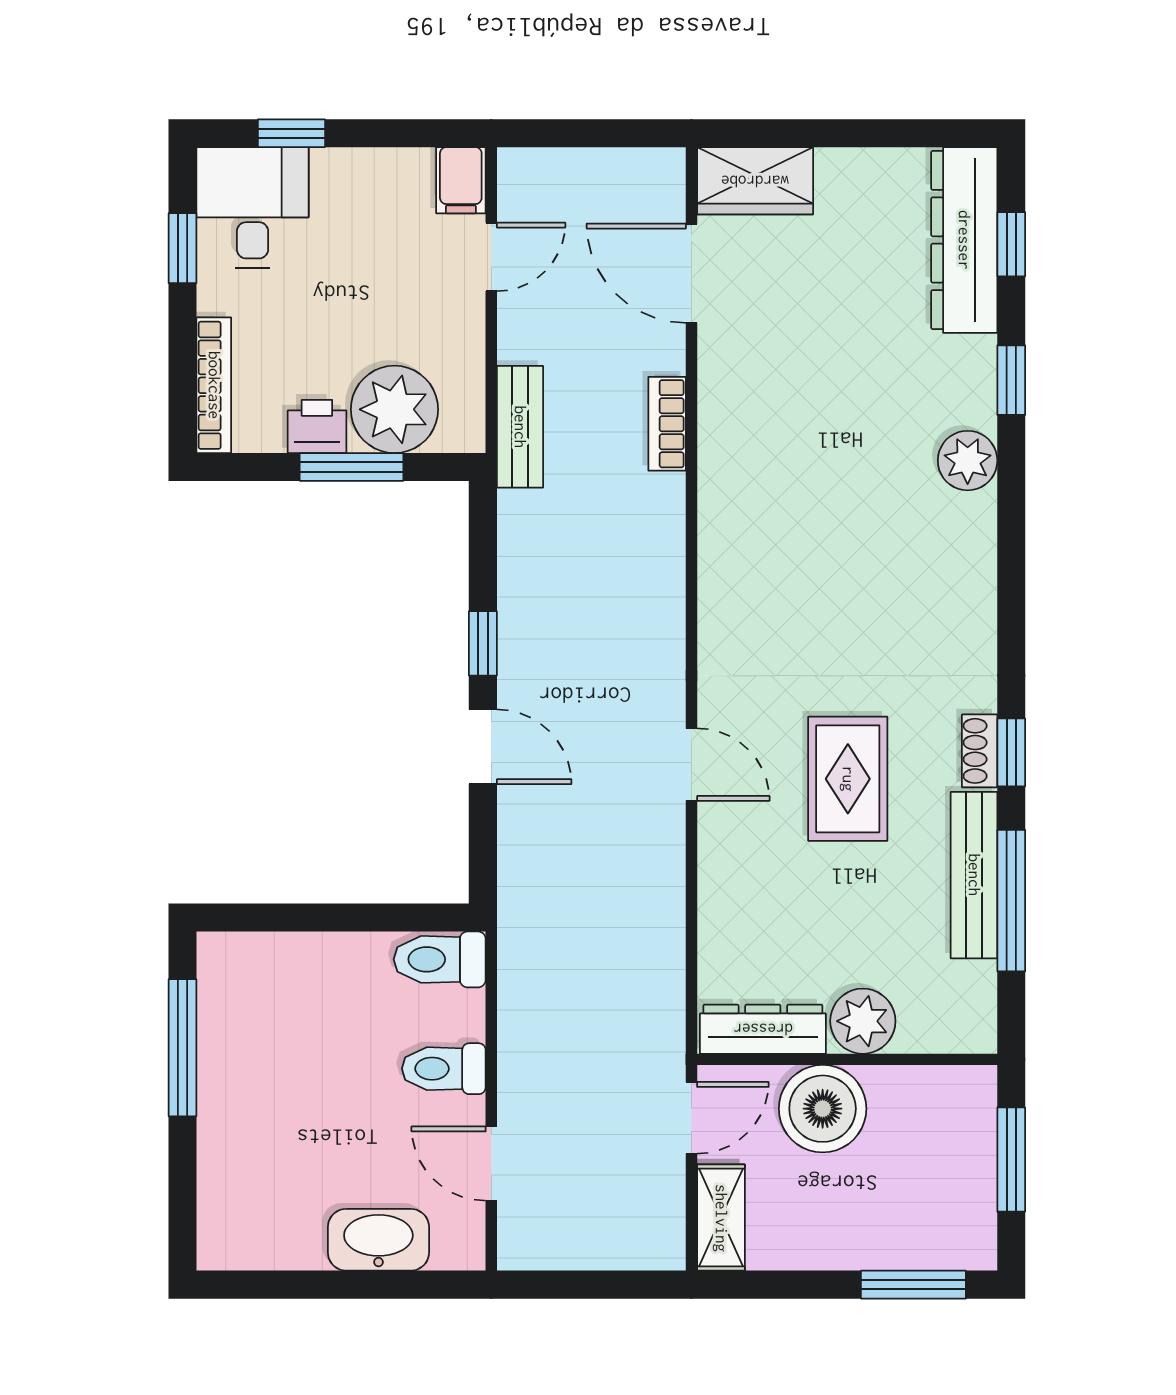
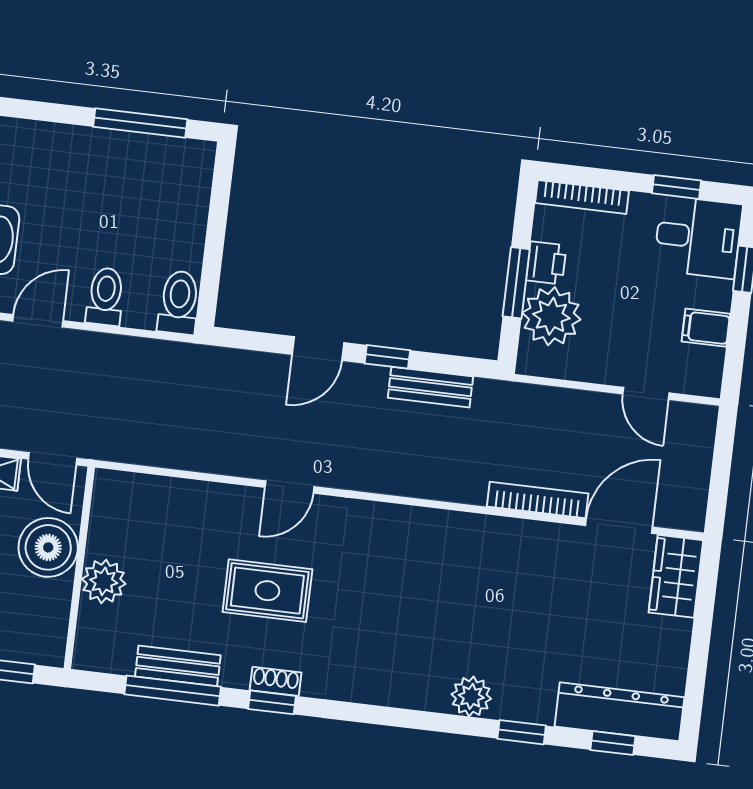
filing cabinet: (461, 180) -> (706, 328), moved
bookcase: (667, 424) -> (538, 500), width x1.56
bench: (520, 427) -> (430, 387), moved
bench: (974, 875) -> (178, 666), width x0.73
dresser: (763, 1029) -> (106, 514), removed

